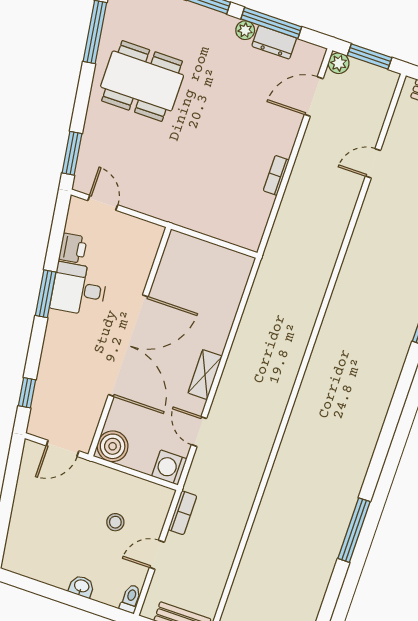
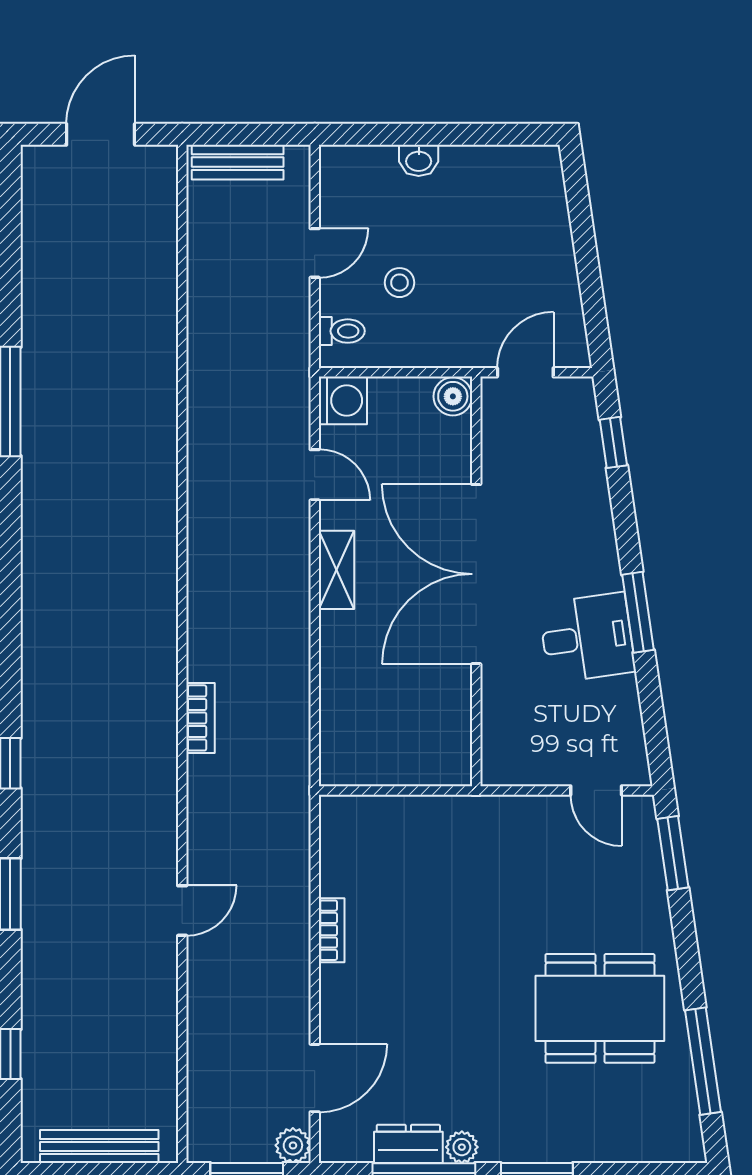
door: (373, 163) -> (182, 911), moved
printer: (73, 248) -> (619, 701), removed
boiler: (113, 446) -> (453, 396), width x0.73, depth x0.73
bookcase: (183, 513) -> (200, 718), moved, turned 180
toilet: (130, 599) -> (342, 331), moved, turned -90

